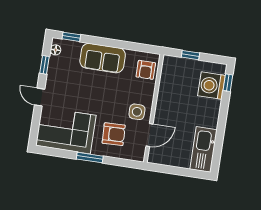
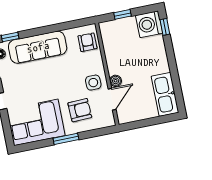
sofa: (103, 58) -> (38, 47), width x1.36
armchair: (146, 70) -> (87, 42), turned 180
washing machine: (211, 86) -> (149, 24), moved
boiler: (160, 118) -> (116, 81), added

